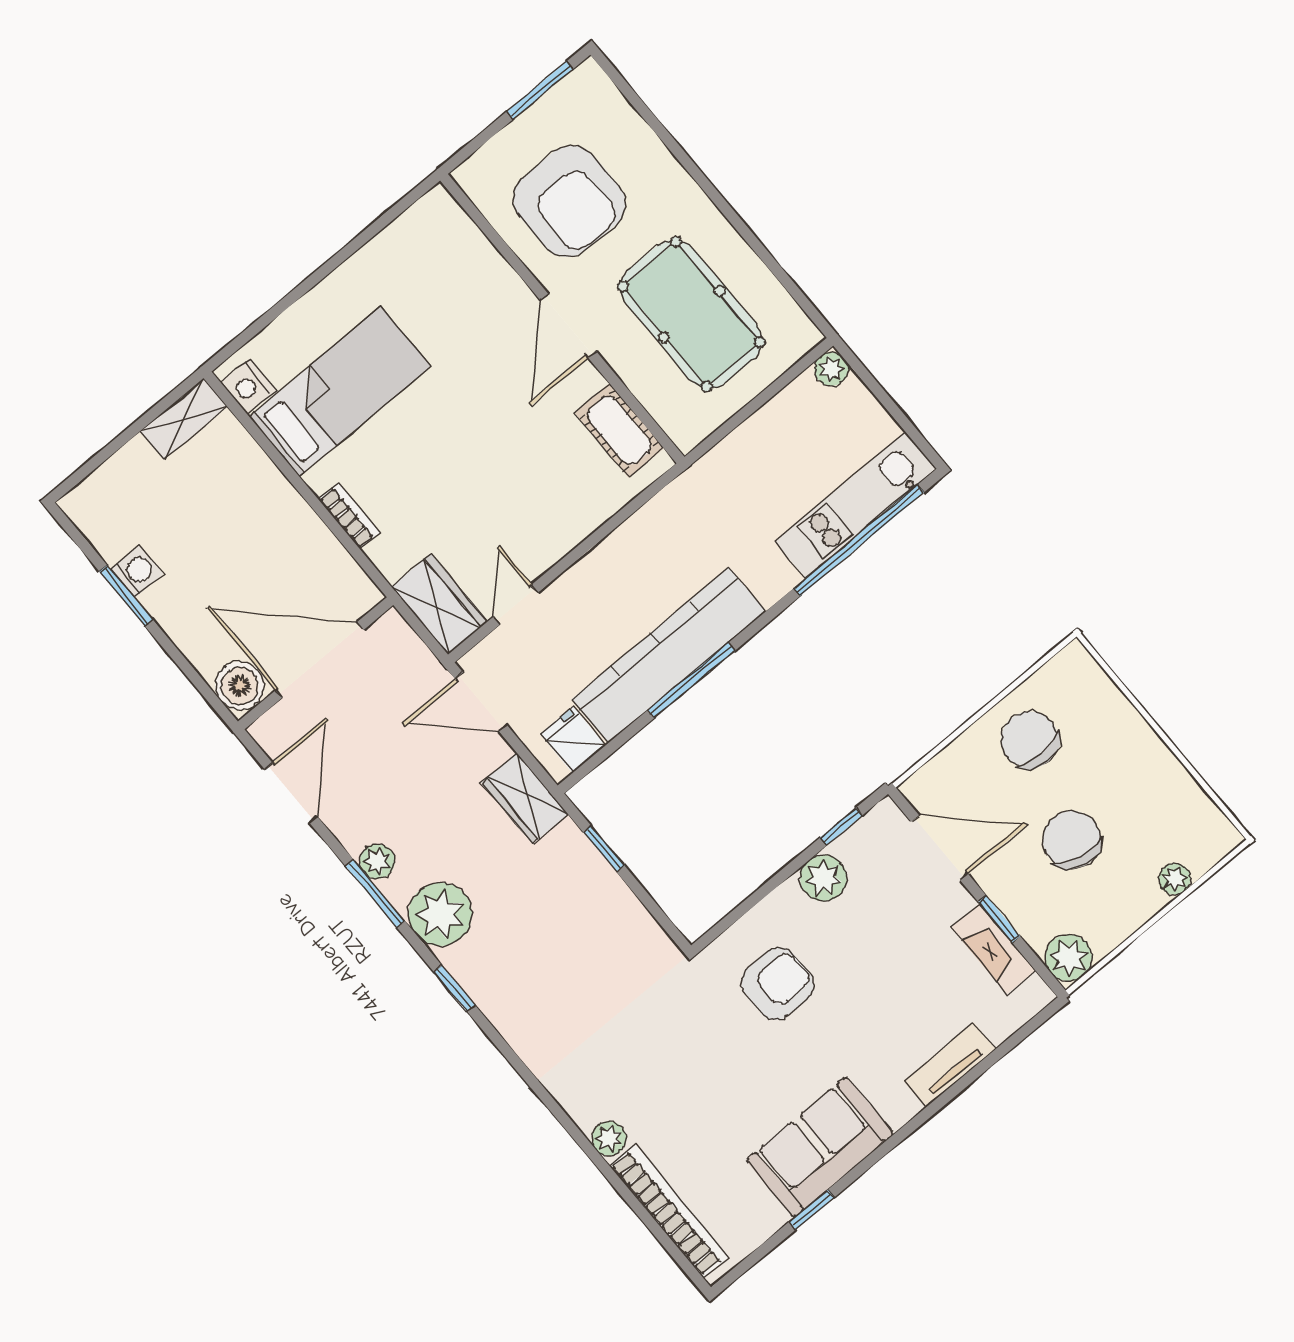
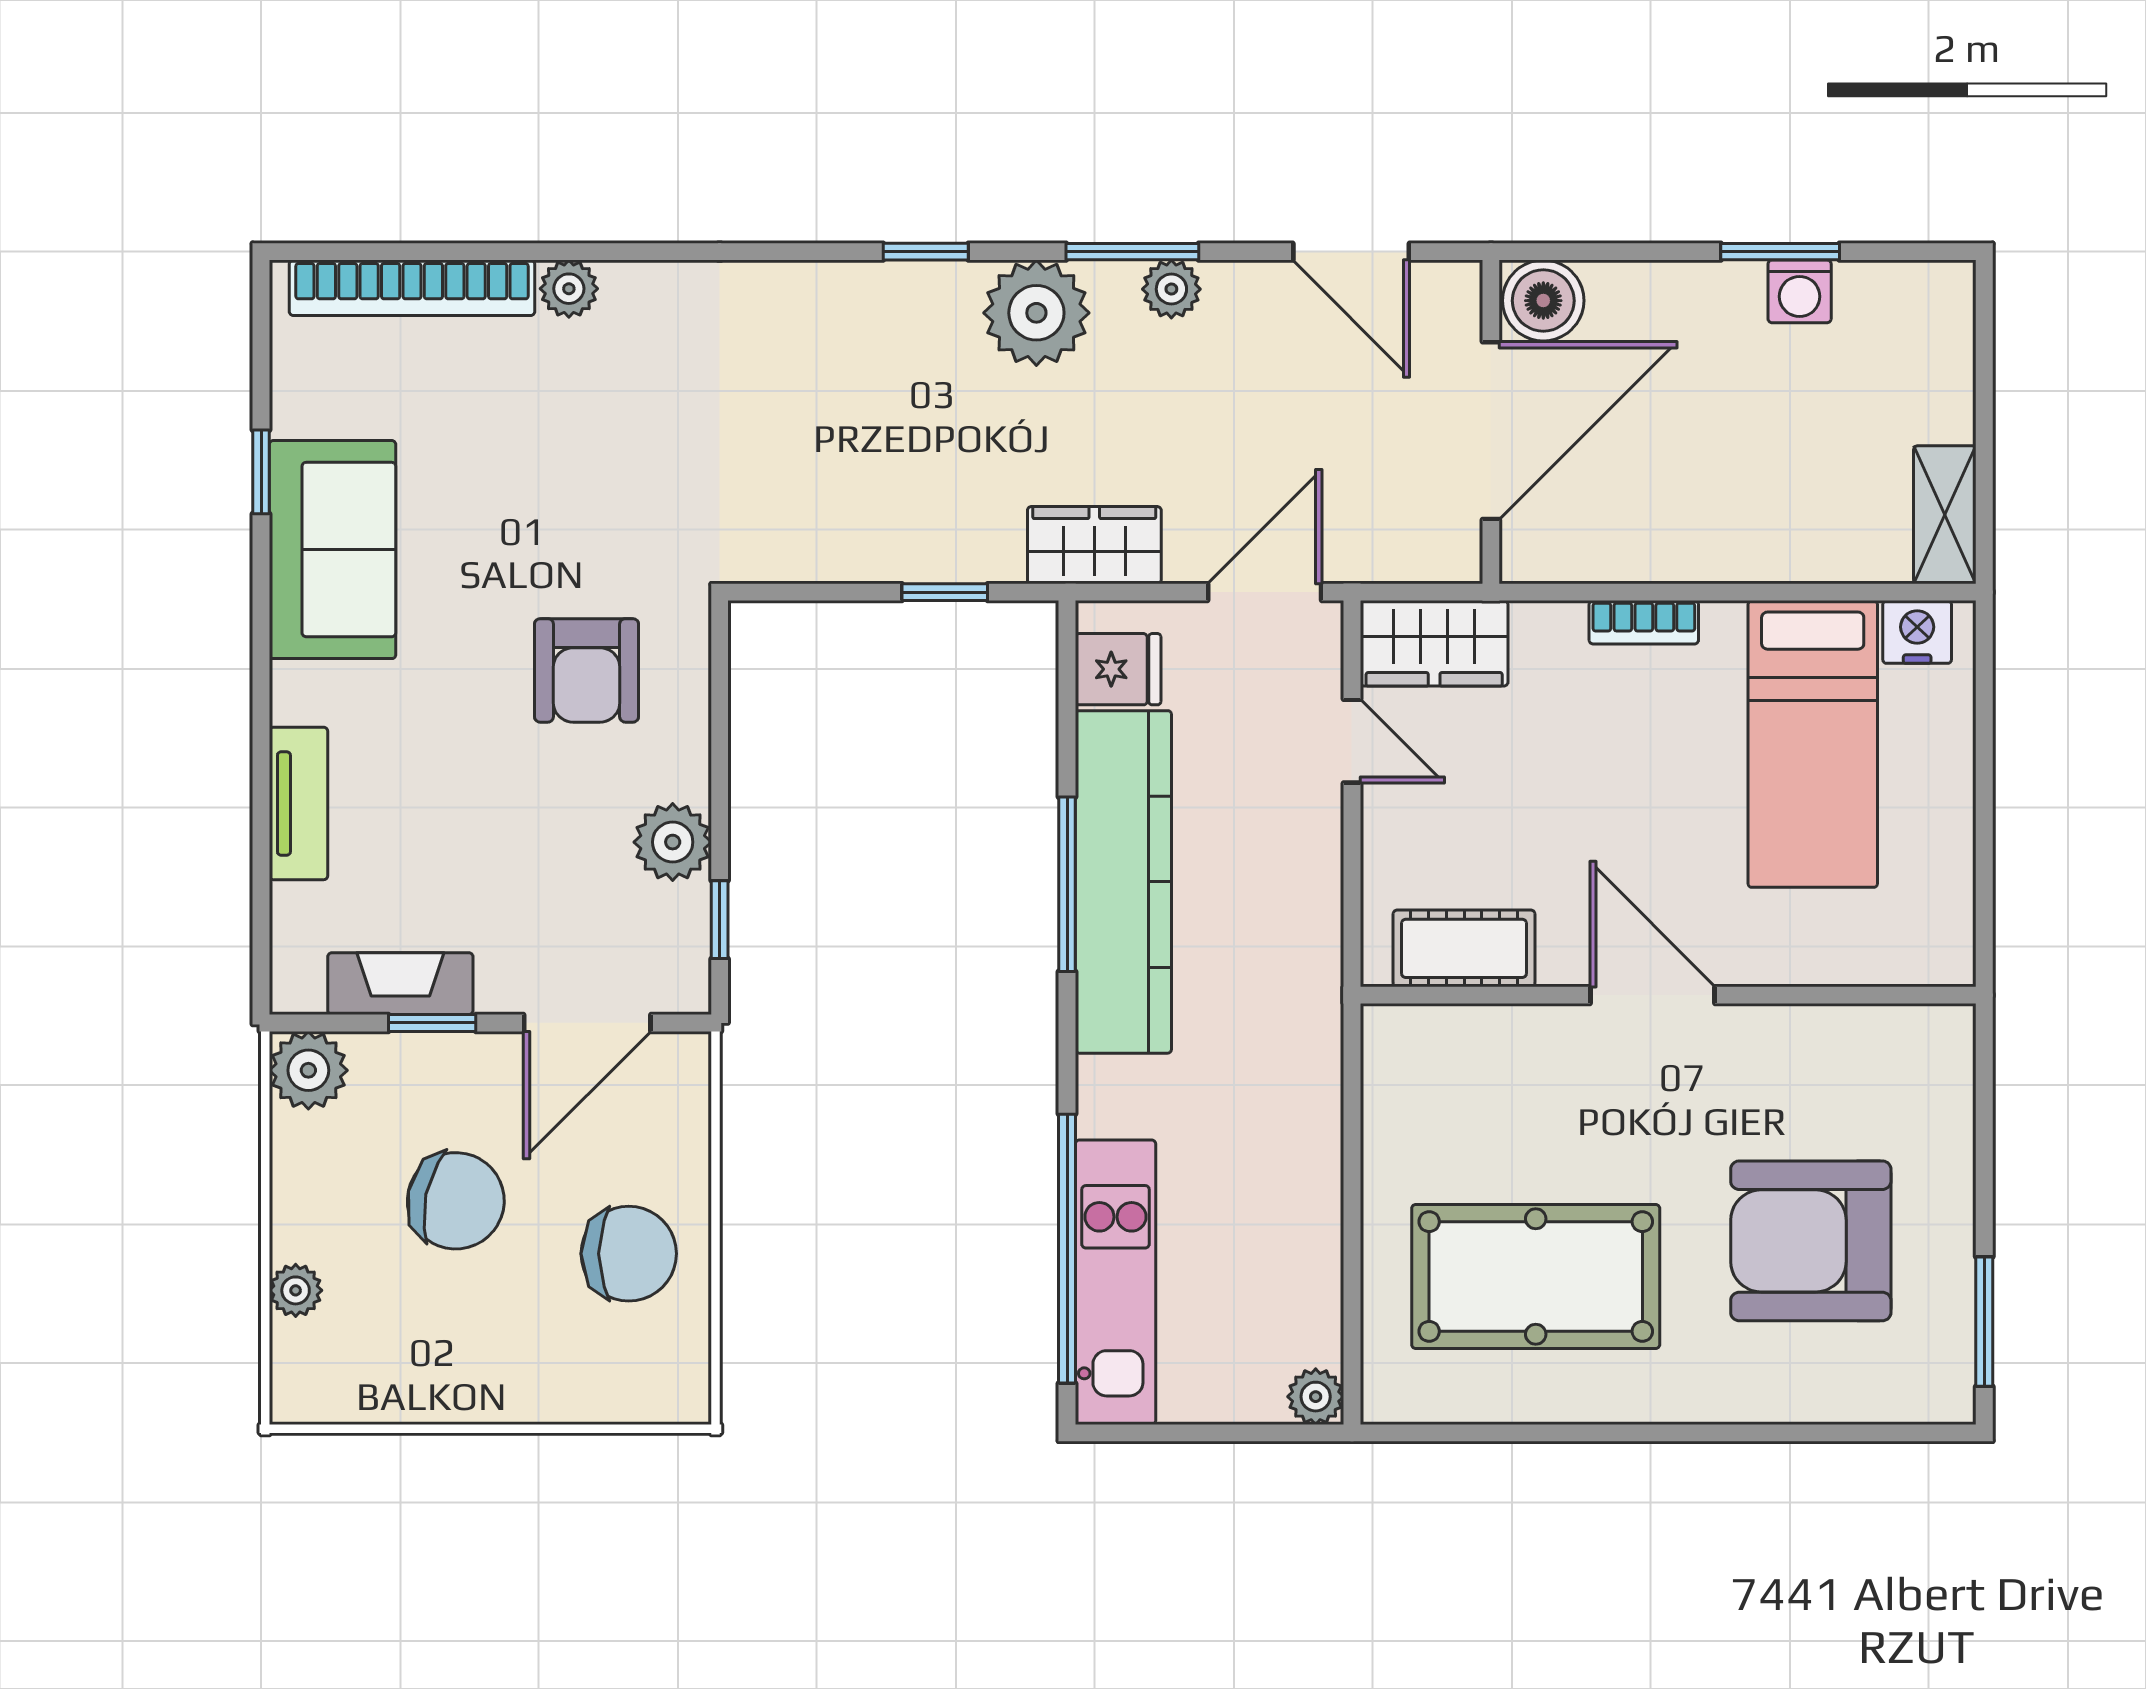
wall: (562, 319) -> (1668, 995), moved
door: (568, 326) -> (1653, 995), moved
cot: (619, 430) -> (1464, 948), moved

